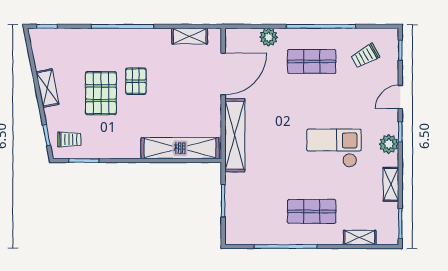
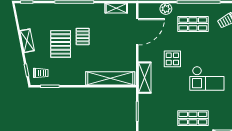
display table: (279, 117) -> (172, 59), added
shelving: (235, 135) -> (145, 78), width x0.68
checkout: (334, 148) -> (207, 78), turned 180

